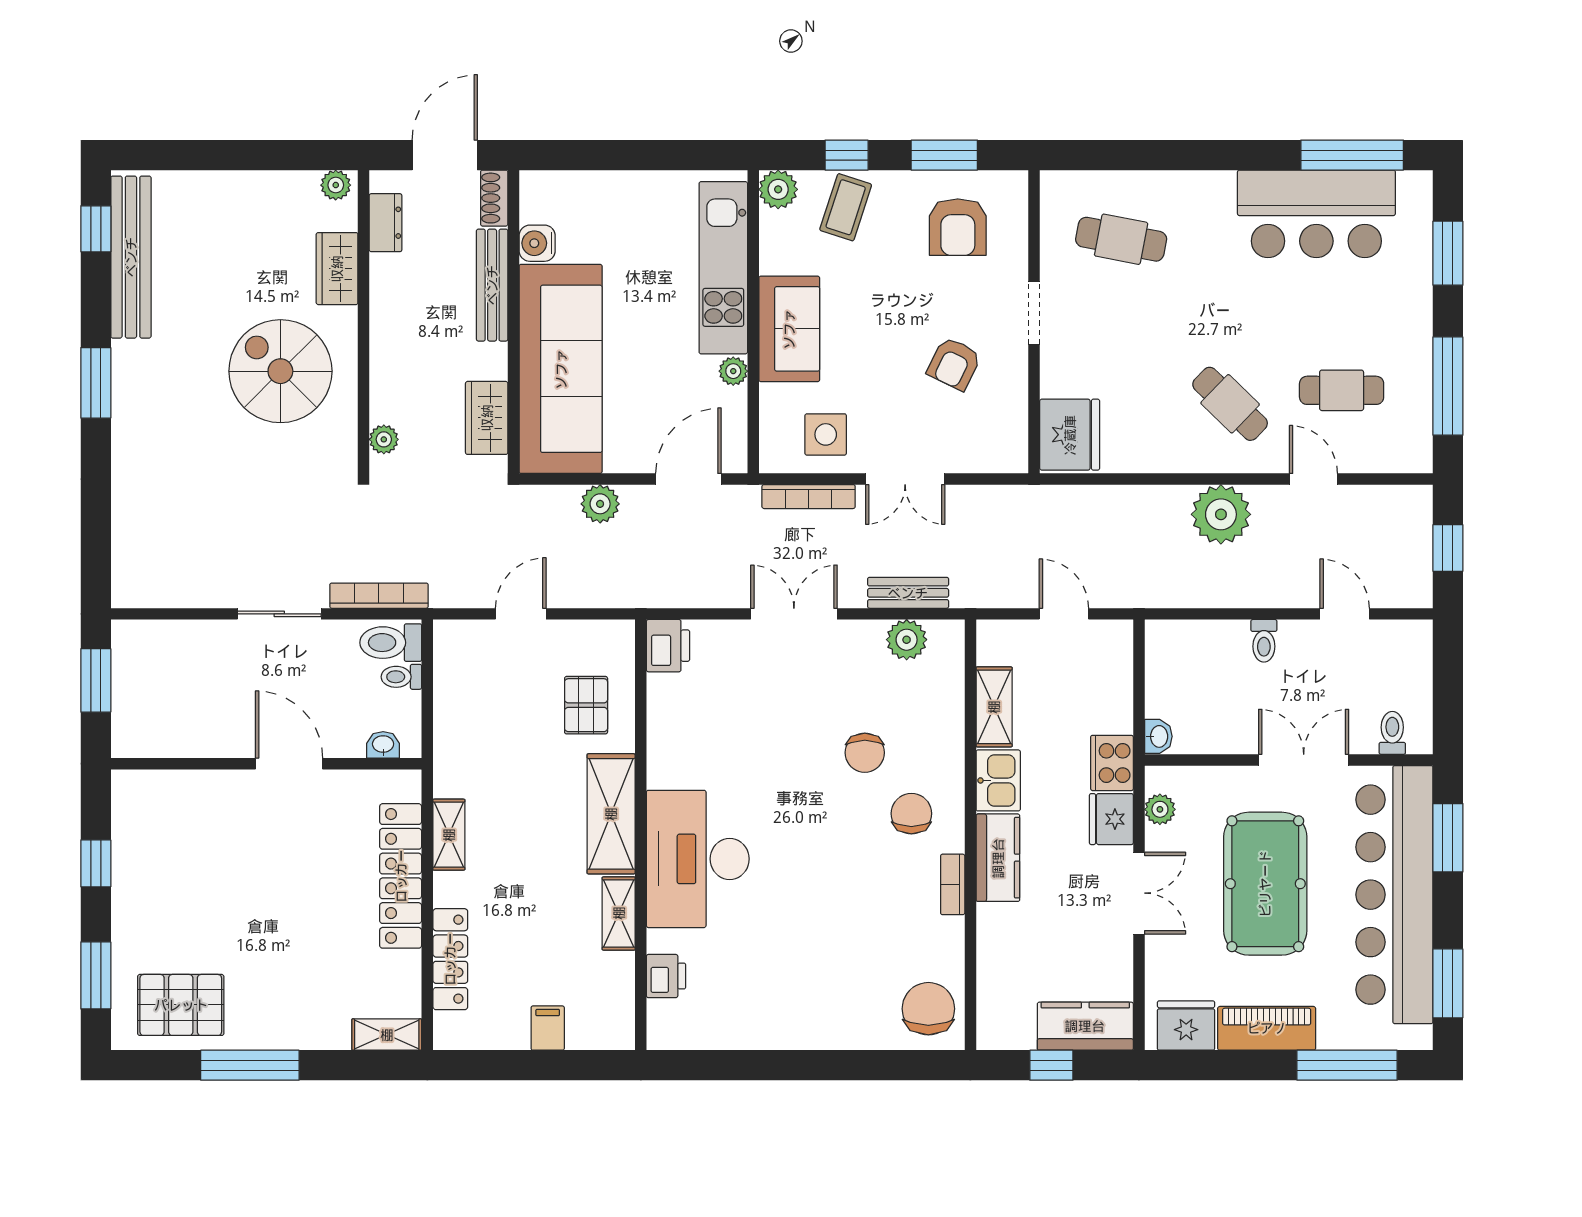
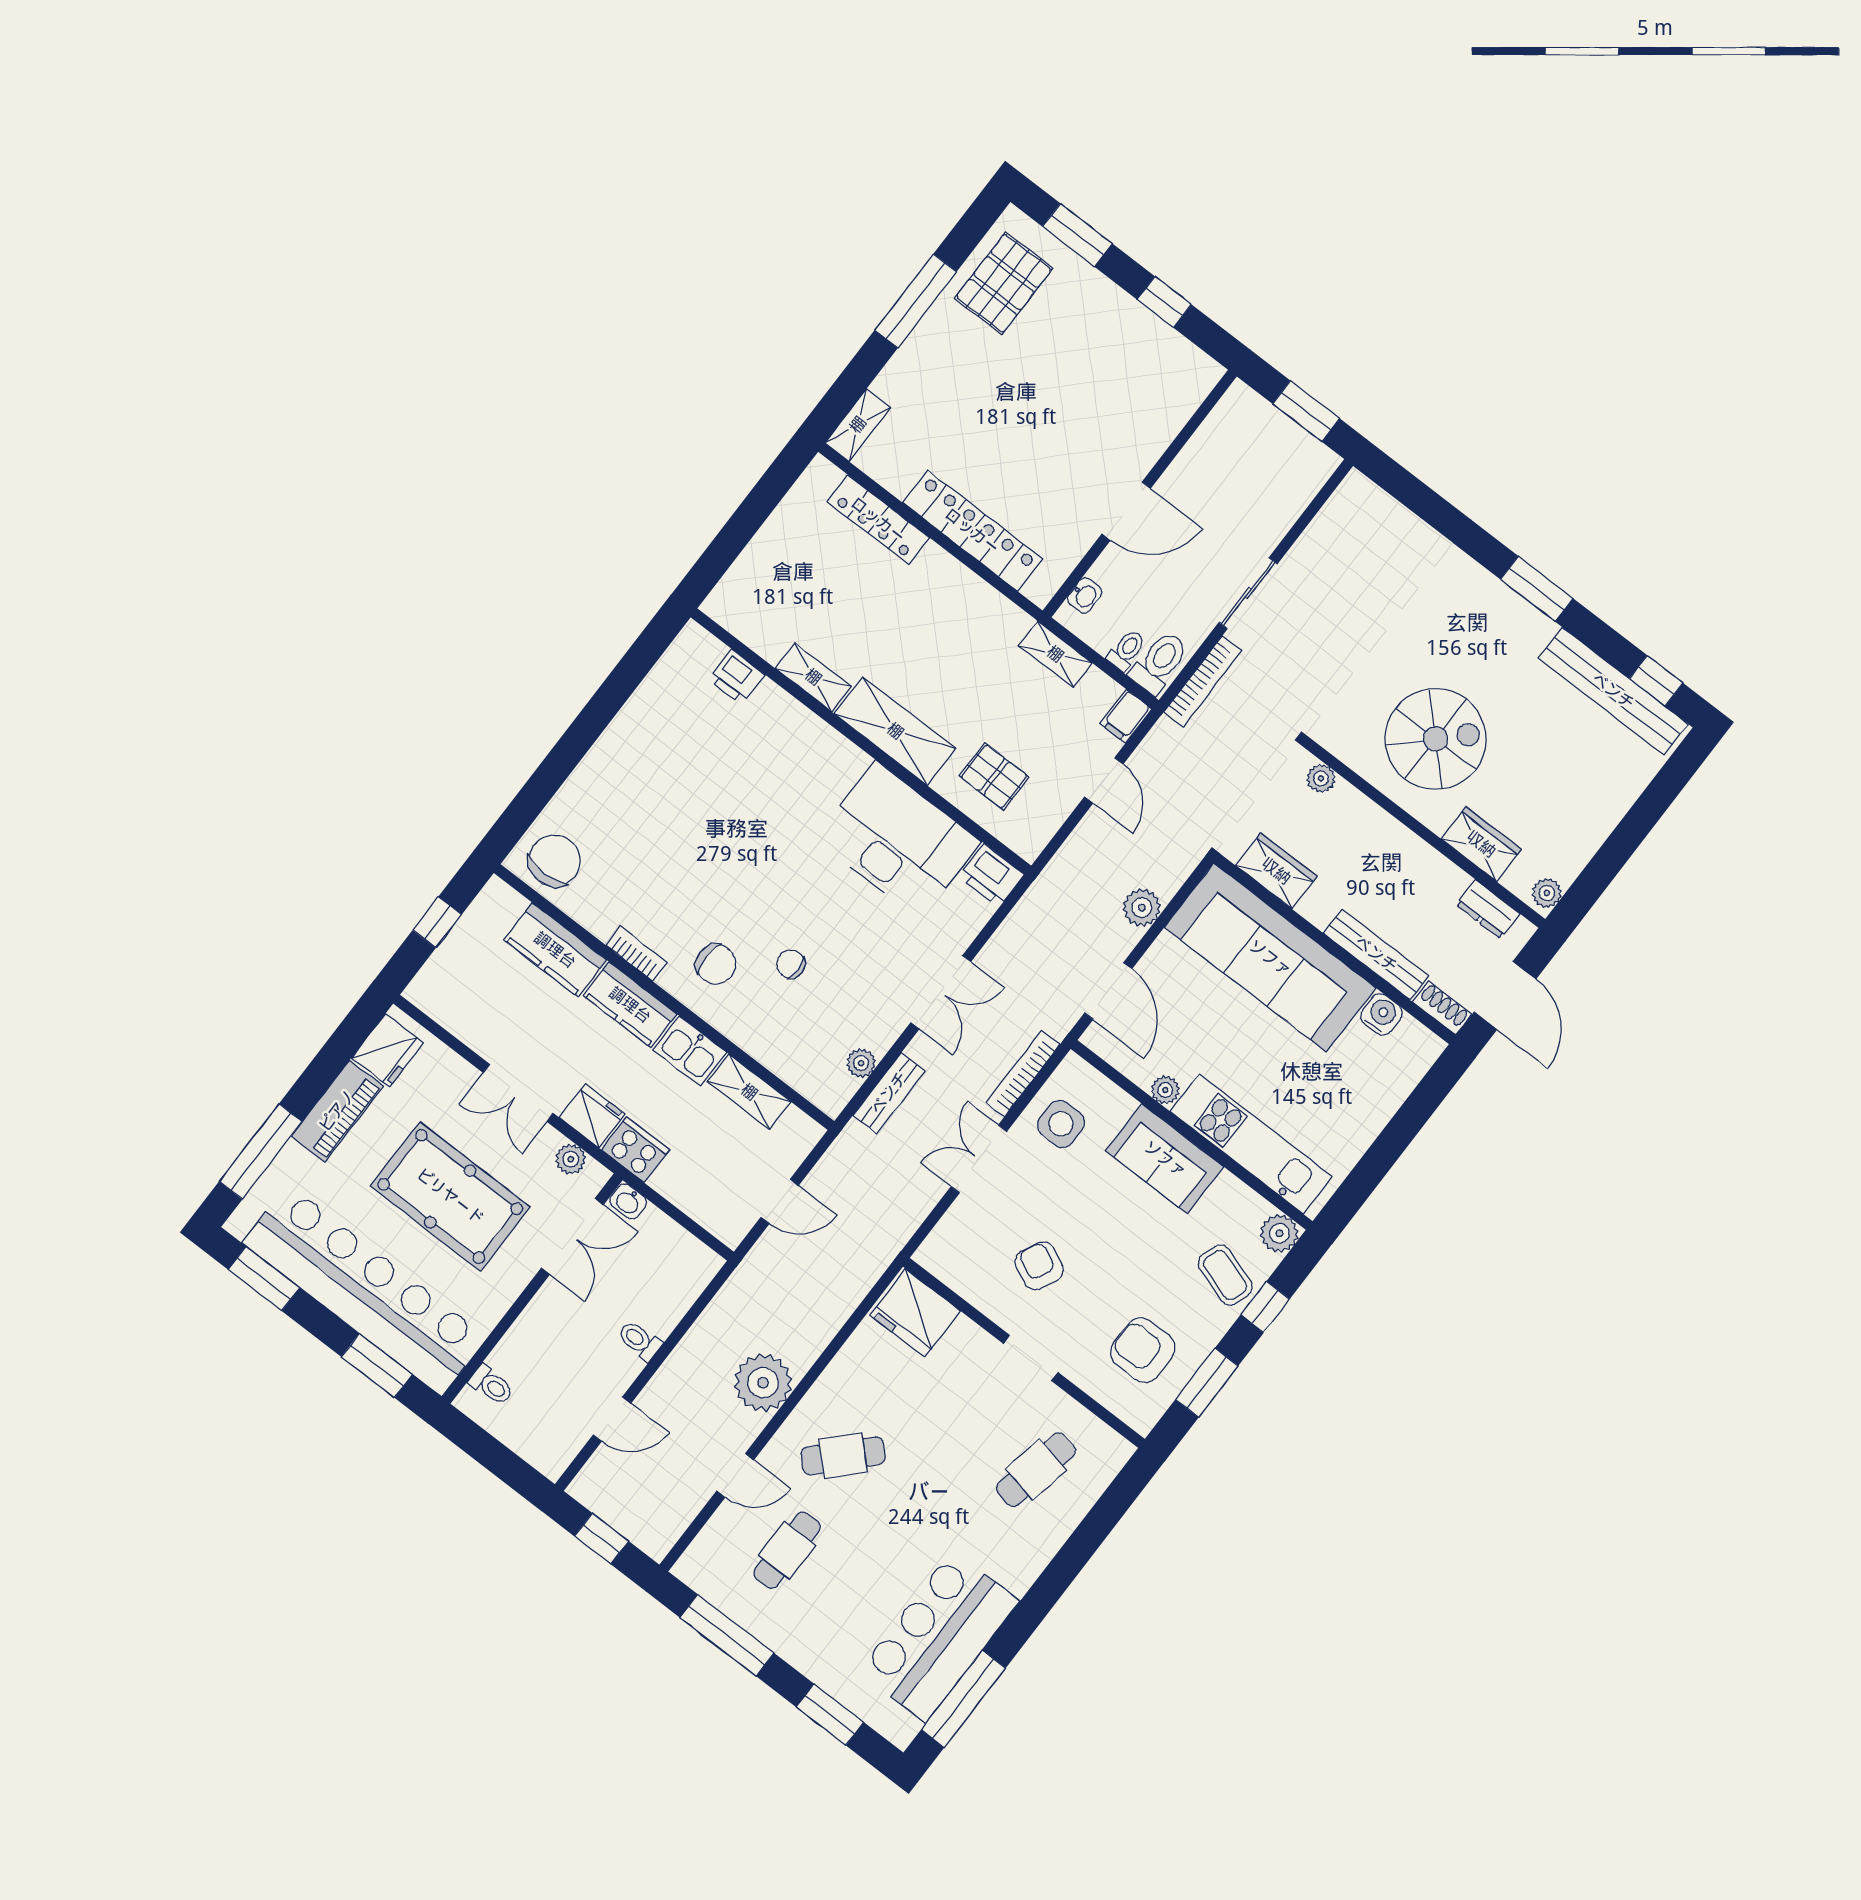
plant: (907, 640) -> (861, 1063), width x0.73, depth x0.73
chair: (865, 753) -> (791, 964), width x0.73, depth x0.73
double door: (1304, 760) -> (572, 1236), moved
shelving: (449, 835) -> (1055, 654), moved
desk: (698, 859) -> (898, 840), moved
chair: (928, 1009) -> (554, 861), turned -90
kitchen counter: (1085, 1026) -> (555, 950), moved, turned 90
filing cabinet: (548, 1028) -> (1126, 716), moved, turned 90

